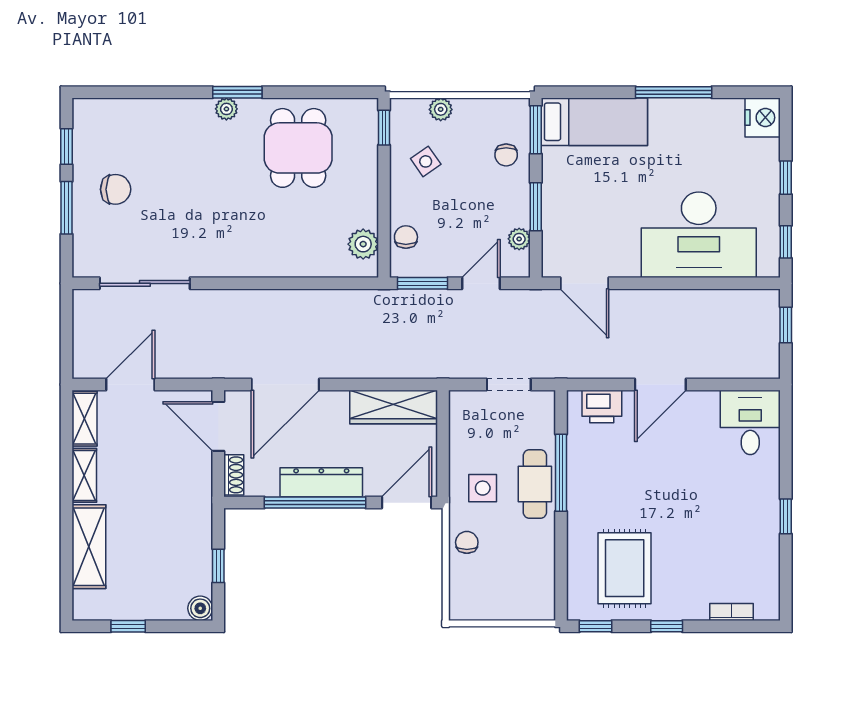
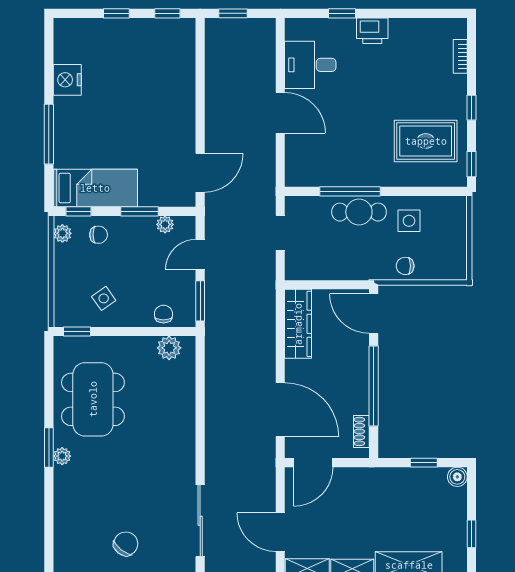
window: (674, 92) -> (49, 134), moved
plant: (441, 109) -> (62, 233), moved
nightstand: (763, 118) -> (67, 80), moved, turned -90
bed: (594, 122) -> (95, 188), moved, turned 90
window: (536, 130) -> (79, 211), width x0.67
dining table: (298, 148) -> (93, 399), width x1.37
chair: (116, 189) -> (126, 544), turned 38
desk: (699, 235) -> (162, 82), removed
chair: (406, 237) -> (163, 314), turned 90
door: (481, 283) -> (200, 255), hinge flipped
printer: (602, 406) -> (372, 31), moved, turned 90
desk: (750, 422) -> (310, 65), moved
shoe rack: (234, 475) -> (361, 431), moved, turned -90
dresser: (321, 482) -> (358, 381), removed
side table: (483, 488) -> (409, 221), moved
window: (786, 516) -> (342, 13), moved

